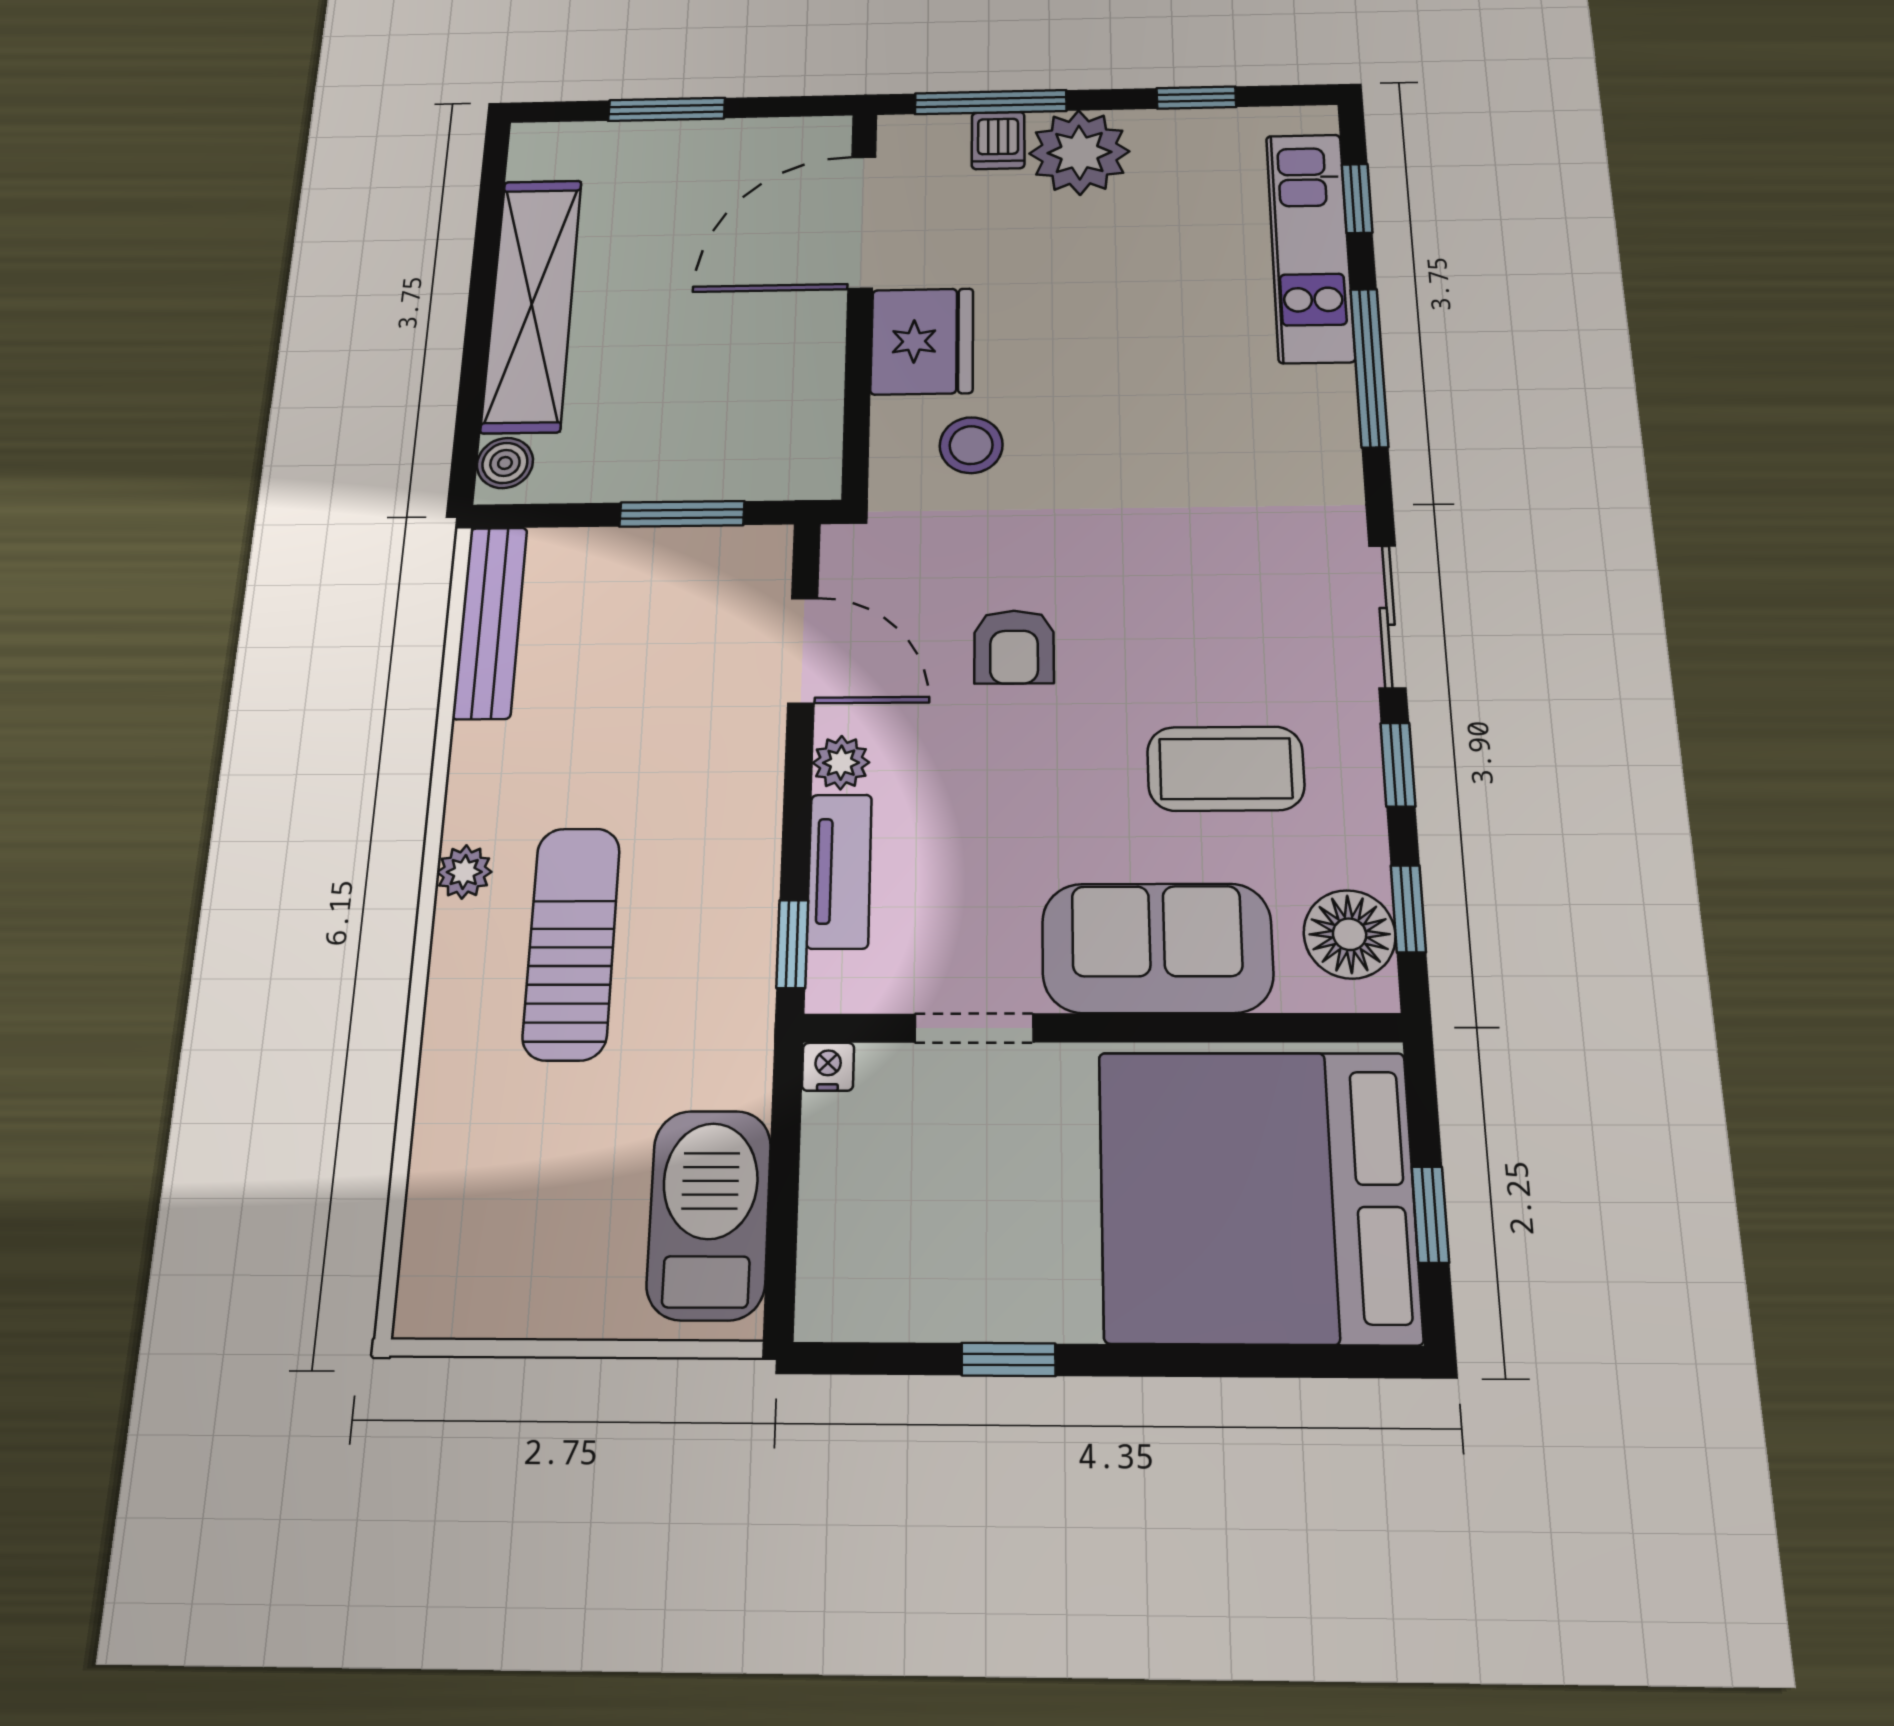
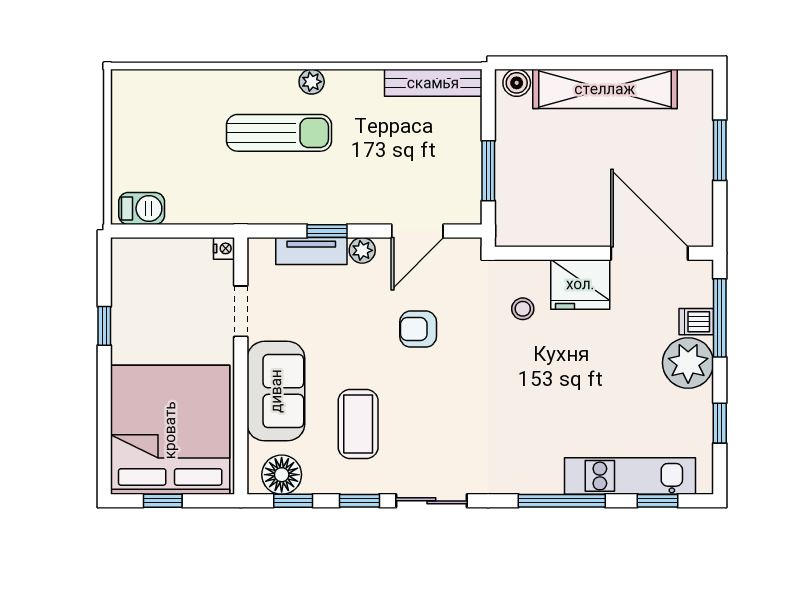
stool: (971, 445) -> (523, 309), width x0.73, depth x0.73
window: (792, 944) -> (327, 231), moved
barbecue: (709, 1214) -> (142, 209), width x0.53, depth x0.65

